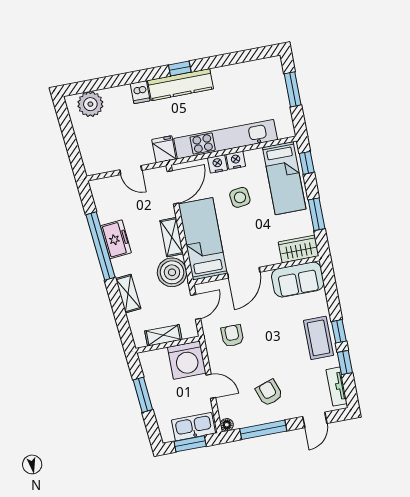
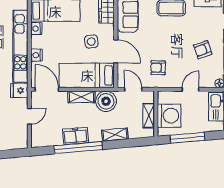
nightstand: (236, 160) -> (36, 29), moved
side table: (240, 197) -> (91, 42), moved
washing machine: (187, 360) -> (169, 116), moved
window: (143, 395) -> (187, 138), width x1.44

